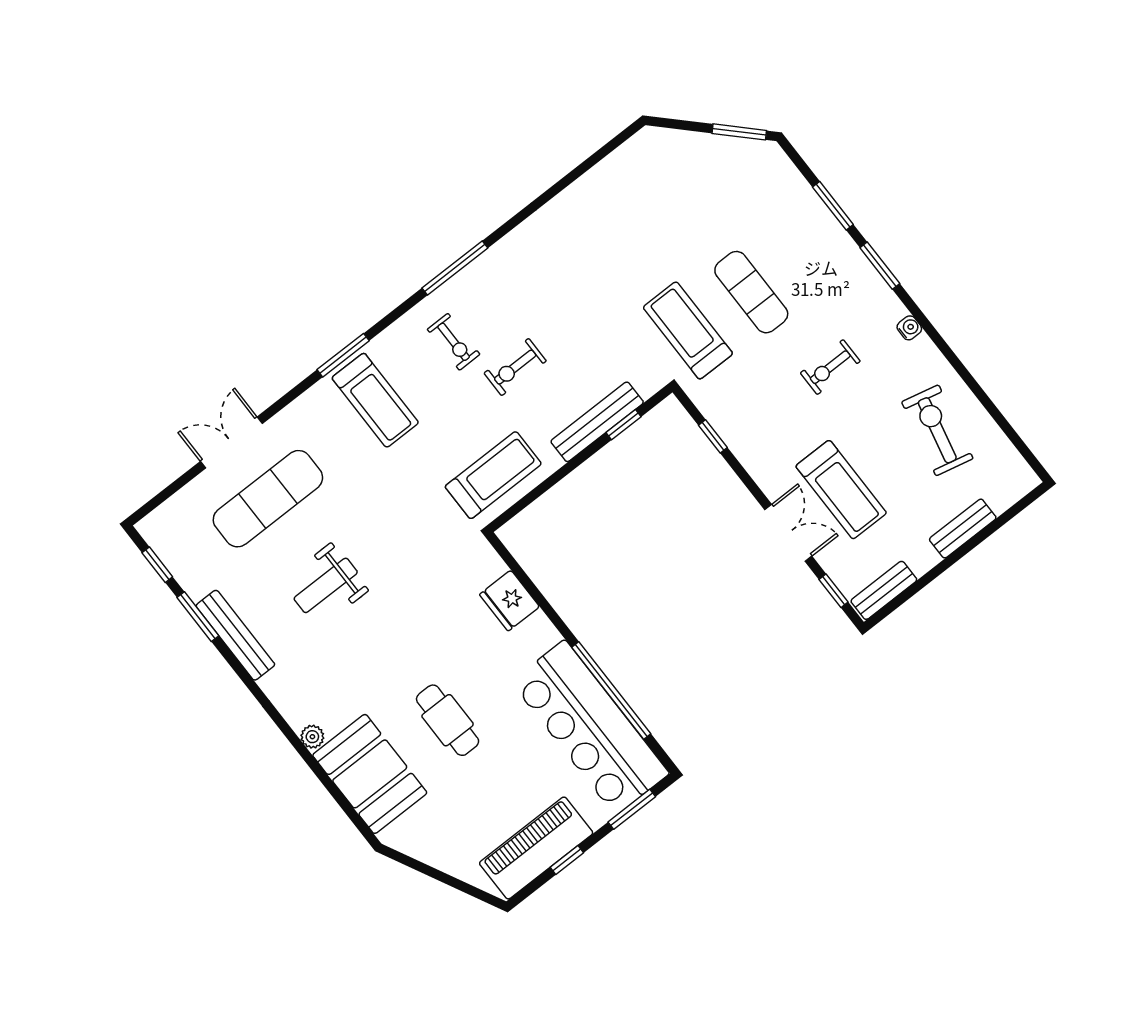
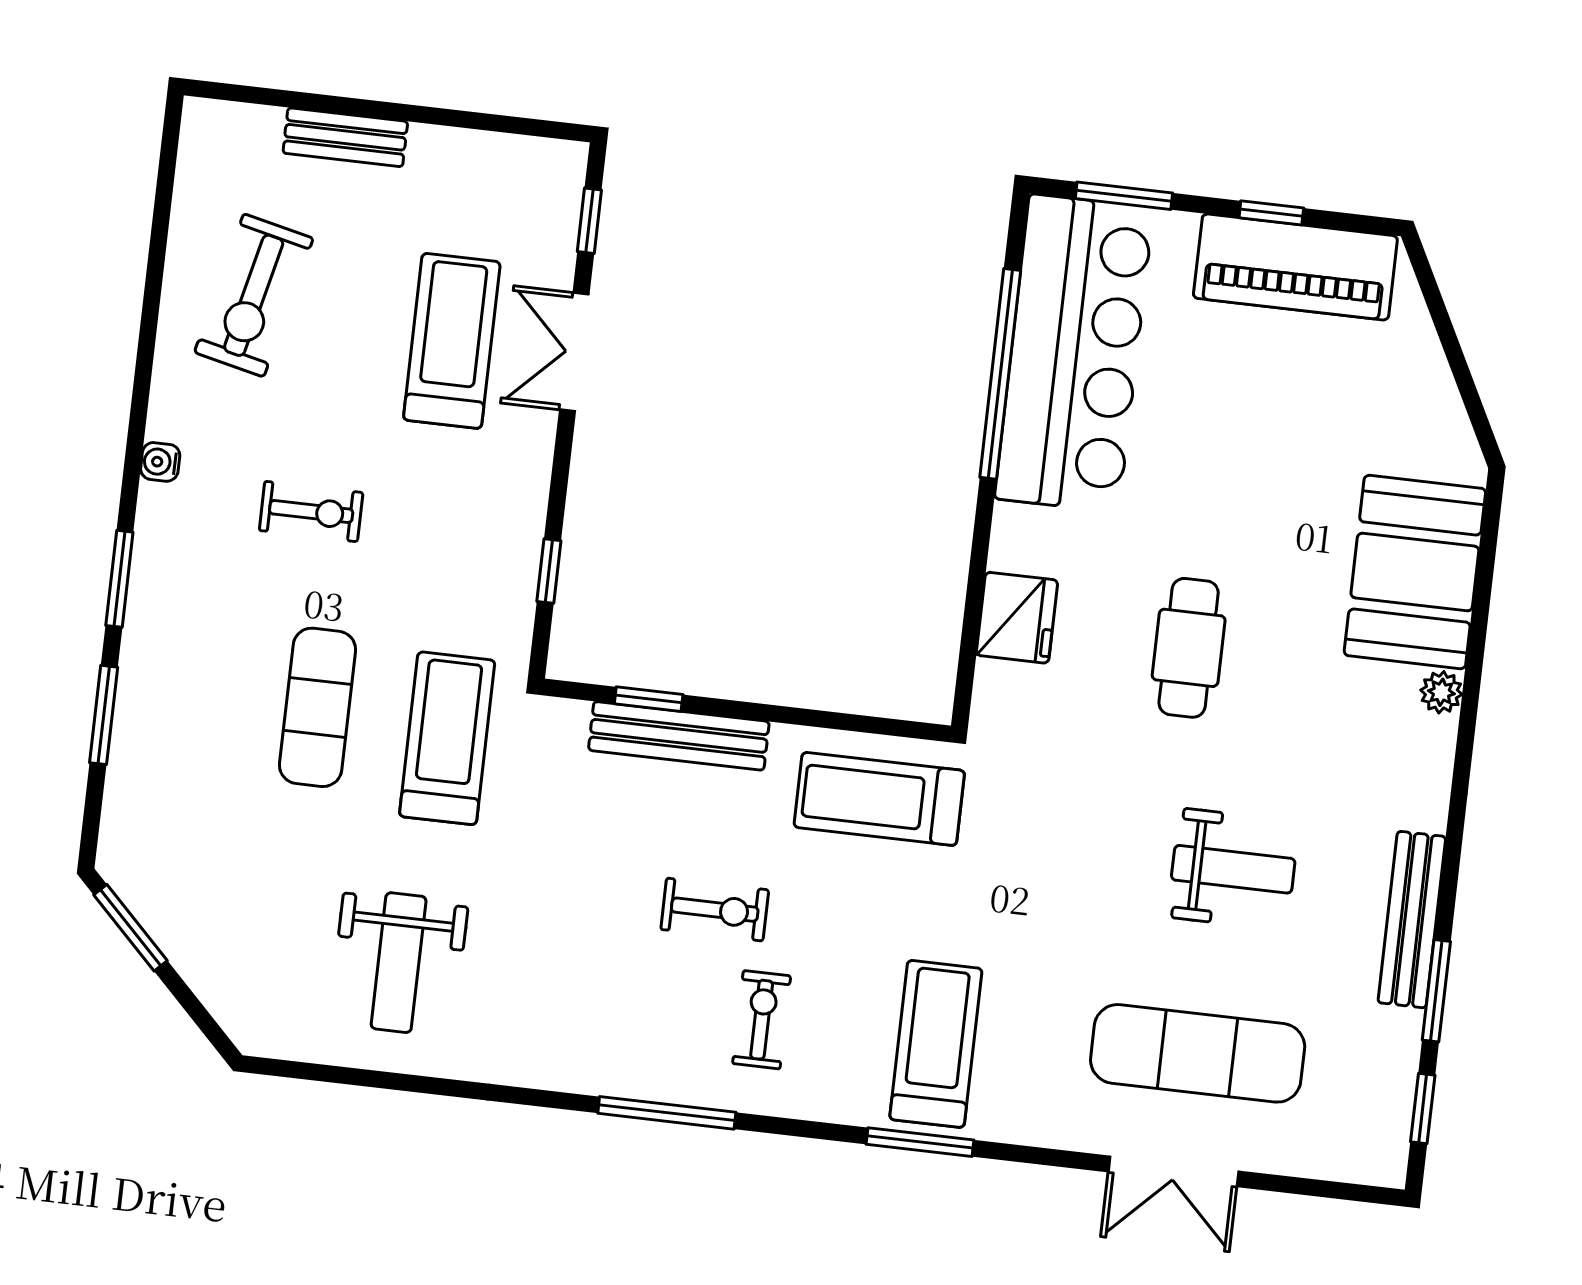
weight bench: (620, 223) -> (399, 963), added
treadmill: (688, 330) -> (447, 738), turned 180
bench: (884, 590) -> (524, 158), removed
cafe table: (448, 720) -> (1189, 648), moved

